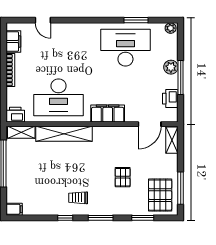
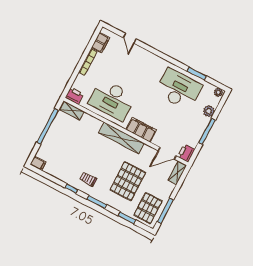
plant: (171, 67) -> (209, 111), moved
printer: (170, 99) -> (186, 153), moved
shelving: (64, 134) -> (122, 138), moved
pallet: (123, 177) -> (128, 181), width x2.05, depth x2.00

